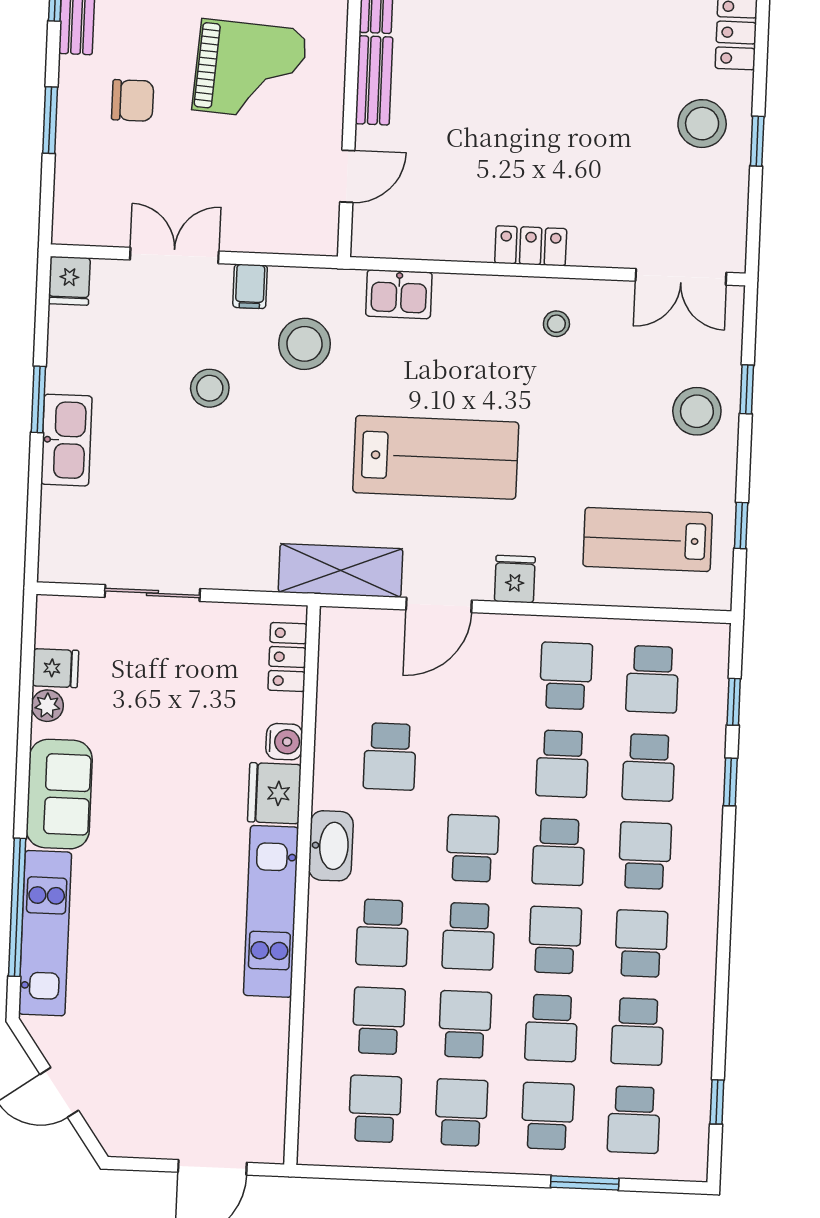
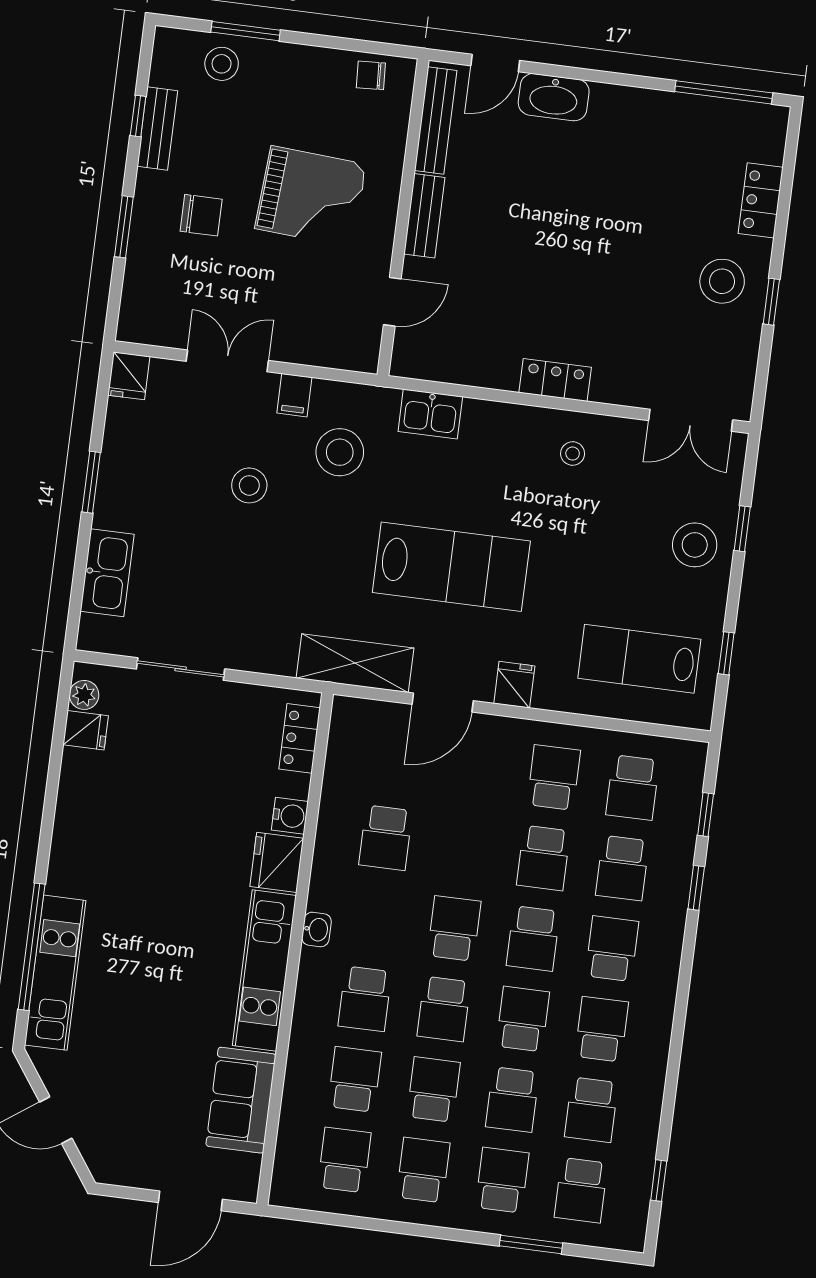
kitchen sink: (66, 440) -> (107, 573), moved
plant: (47, 706) -> (84, 695), moved
sofa: (59, 794) -> (241, 1100), moved, turned 180
washbasin: (331, 846) -> (316, 929), width x0.52, depth x0.69

